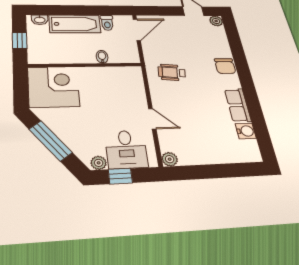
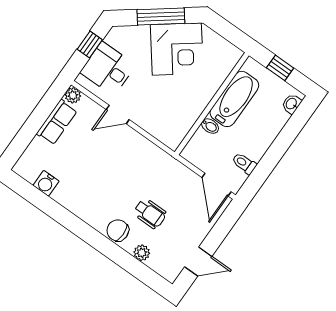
plant: (216, 21) -> (142, 253), moved
bathtub: (75, 24) -> (234, 99), moved, turned 180
wheelchair: (172, 72) -> (150, 213), moved, turned 84
corner desk: (53, 87) -> (177, 49), moved, turned -37
row of seats: (238, 105) -> (57, 122), moved, turned 90
plant: (99, 163) -> (113, 38), removed

